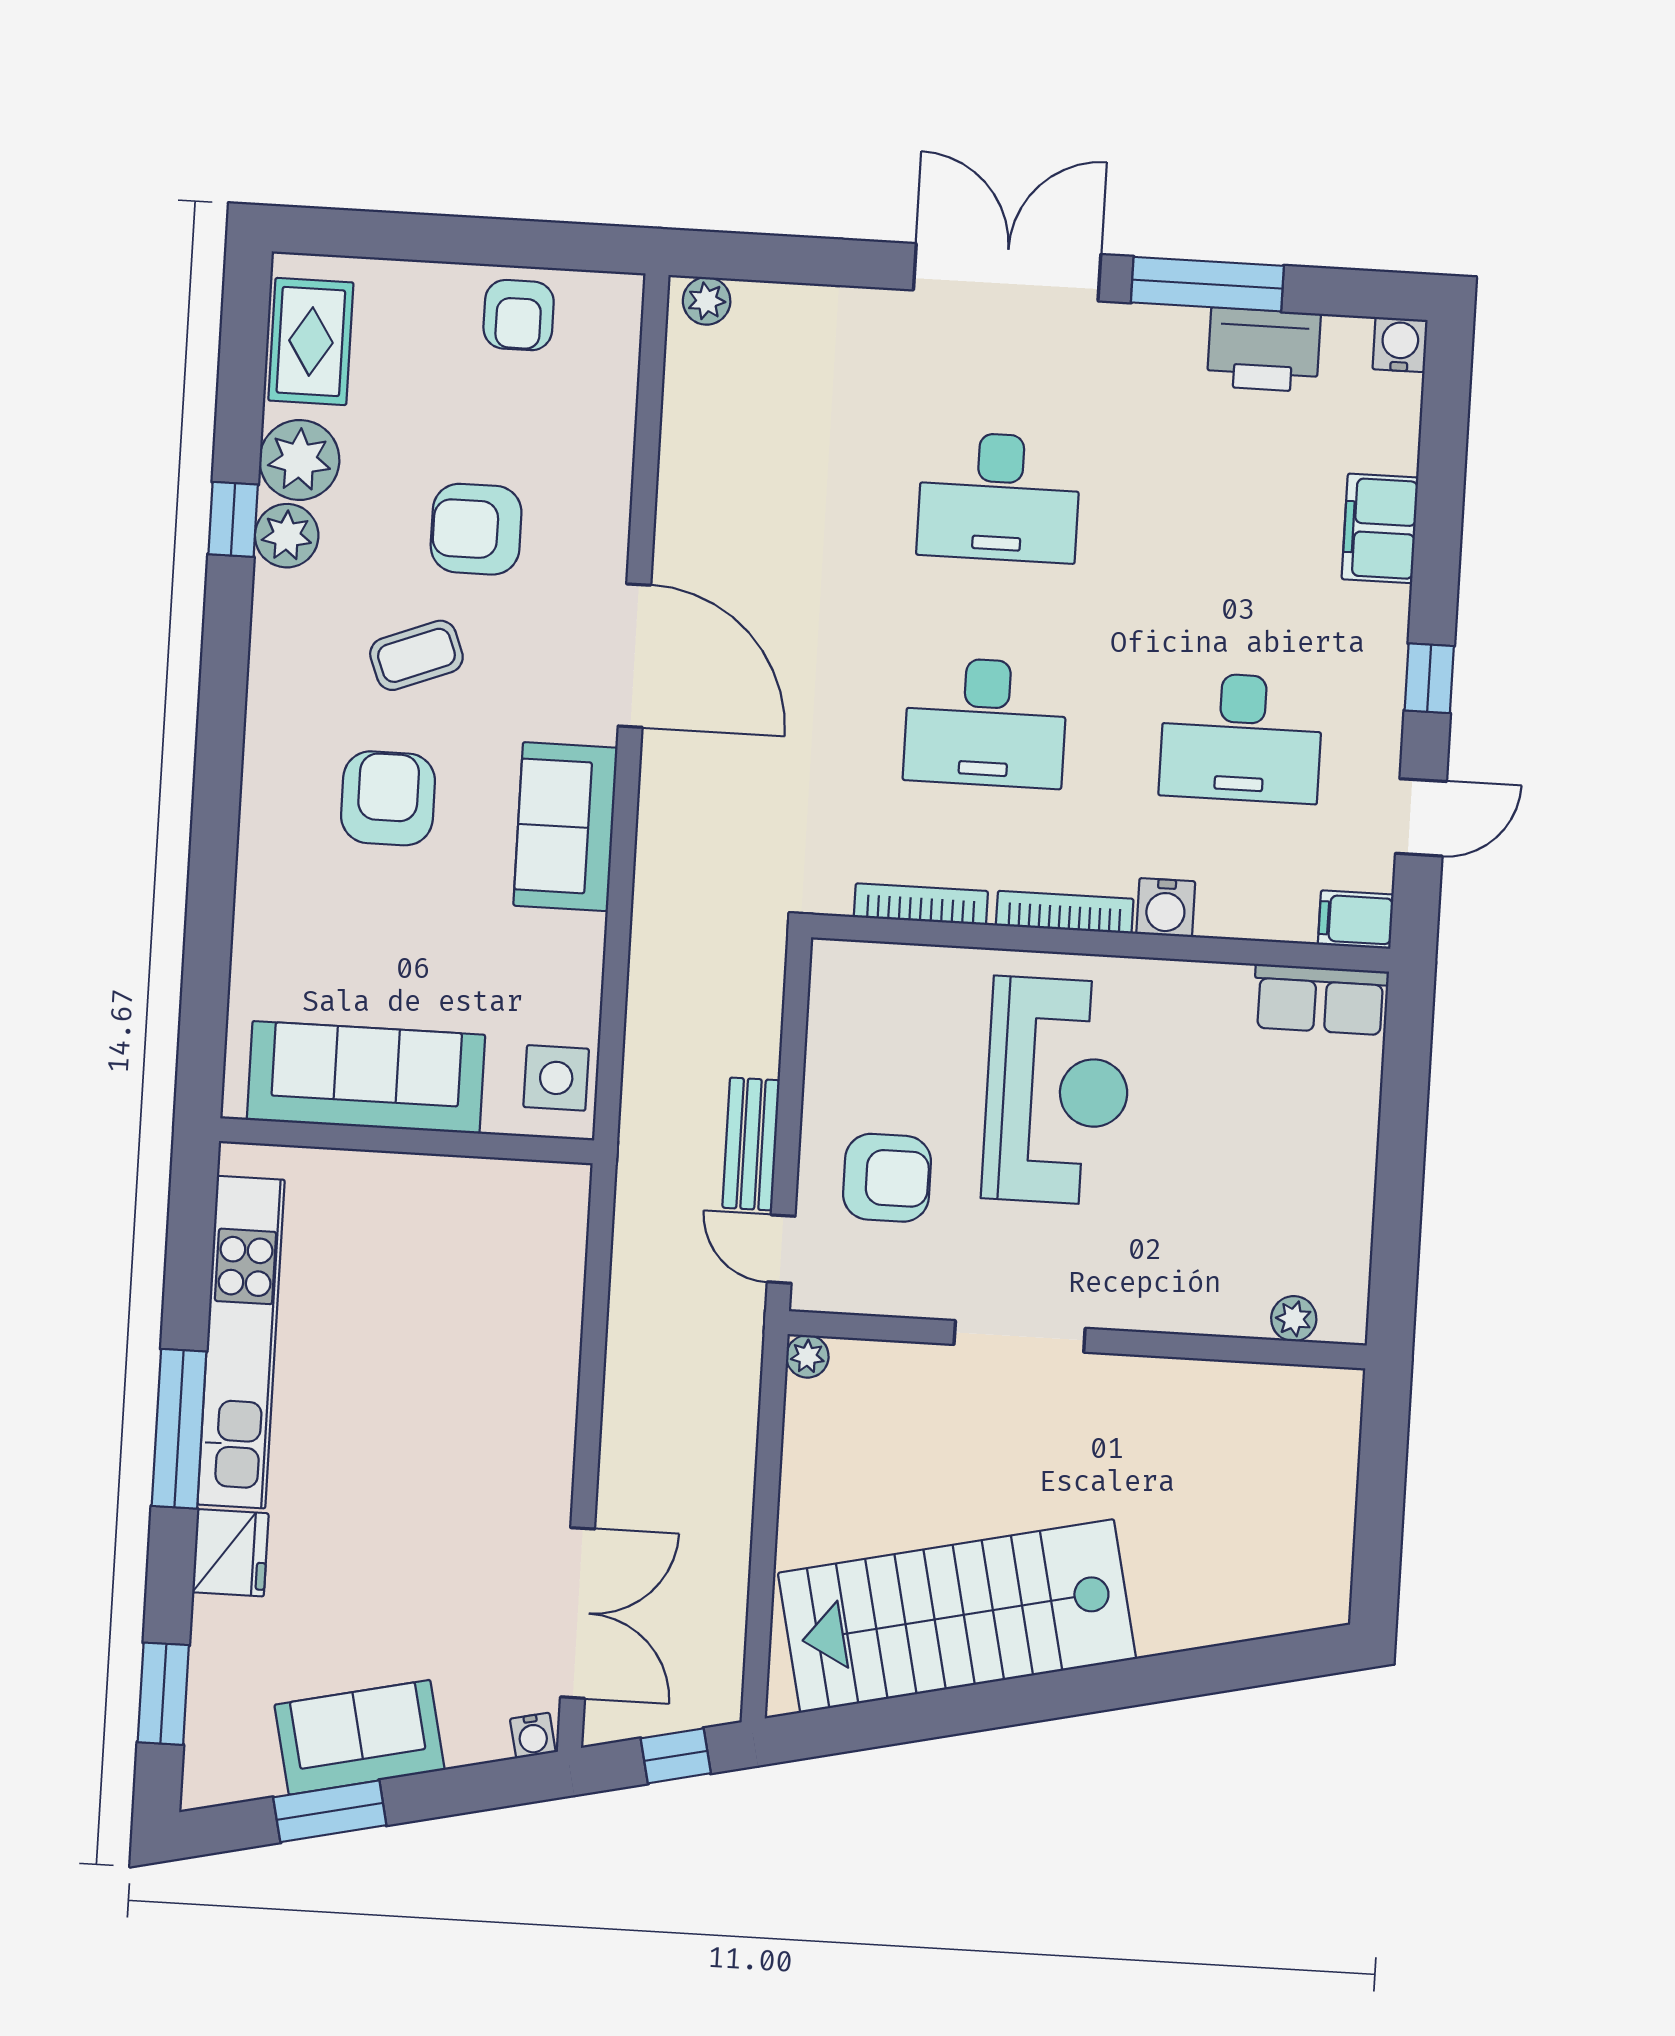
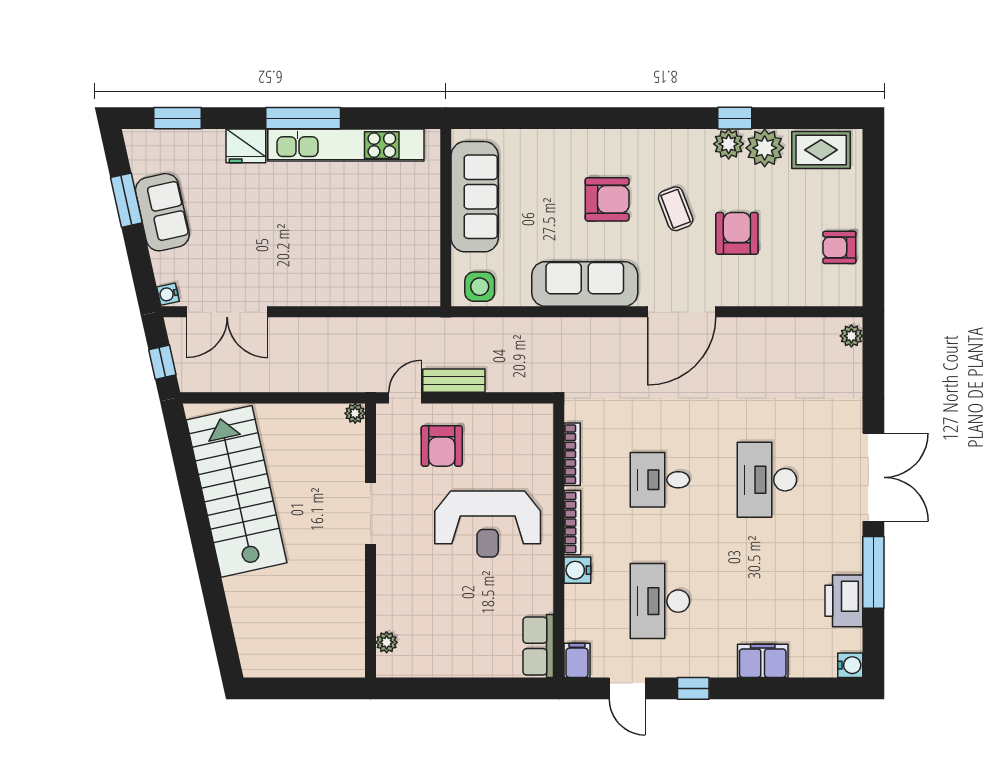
desk: (986, 722) -> (660, 480), width x0.73
sofa: (565, 827) -> (585, 284), width x1.36

